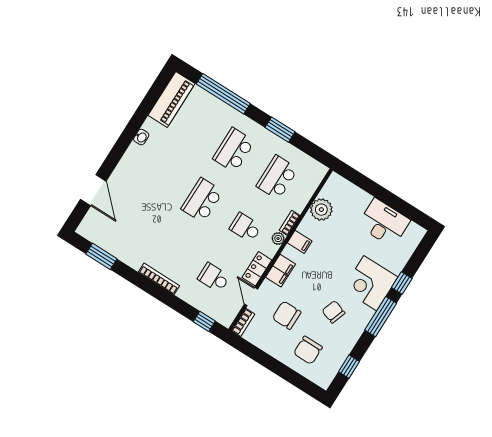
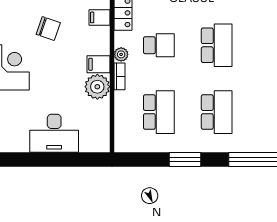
plant: (321, 210) -> (97, 87), moved
desk: (384, 223) -> (54, 133), moved
filing cabinet: (280, 271) -> (99, 17), width x0.50
chair: (333, 312) -> (48, 28), moved

